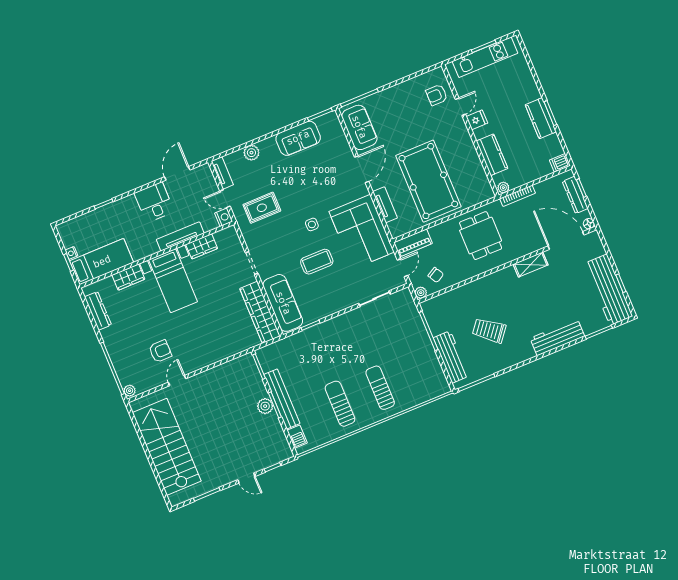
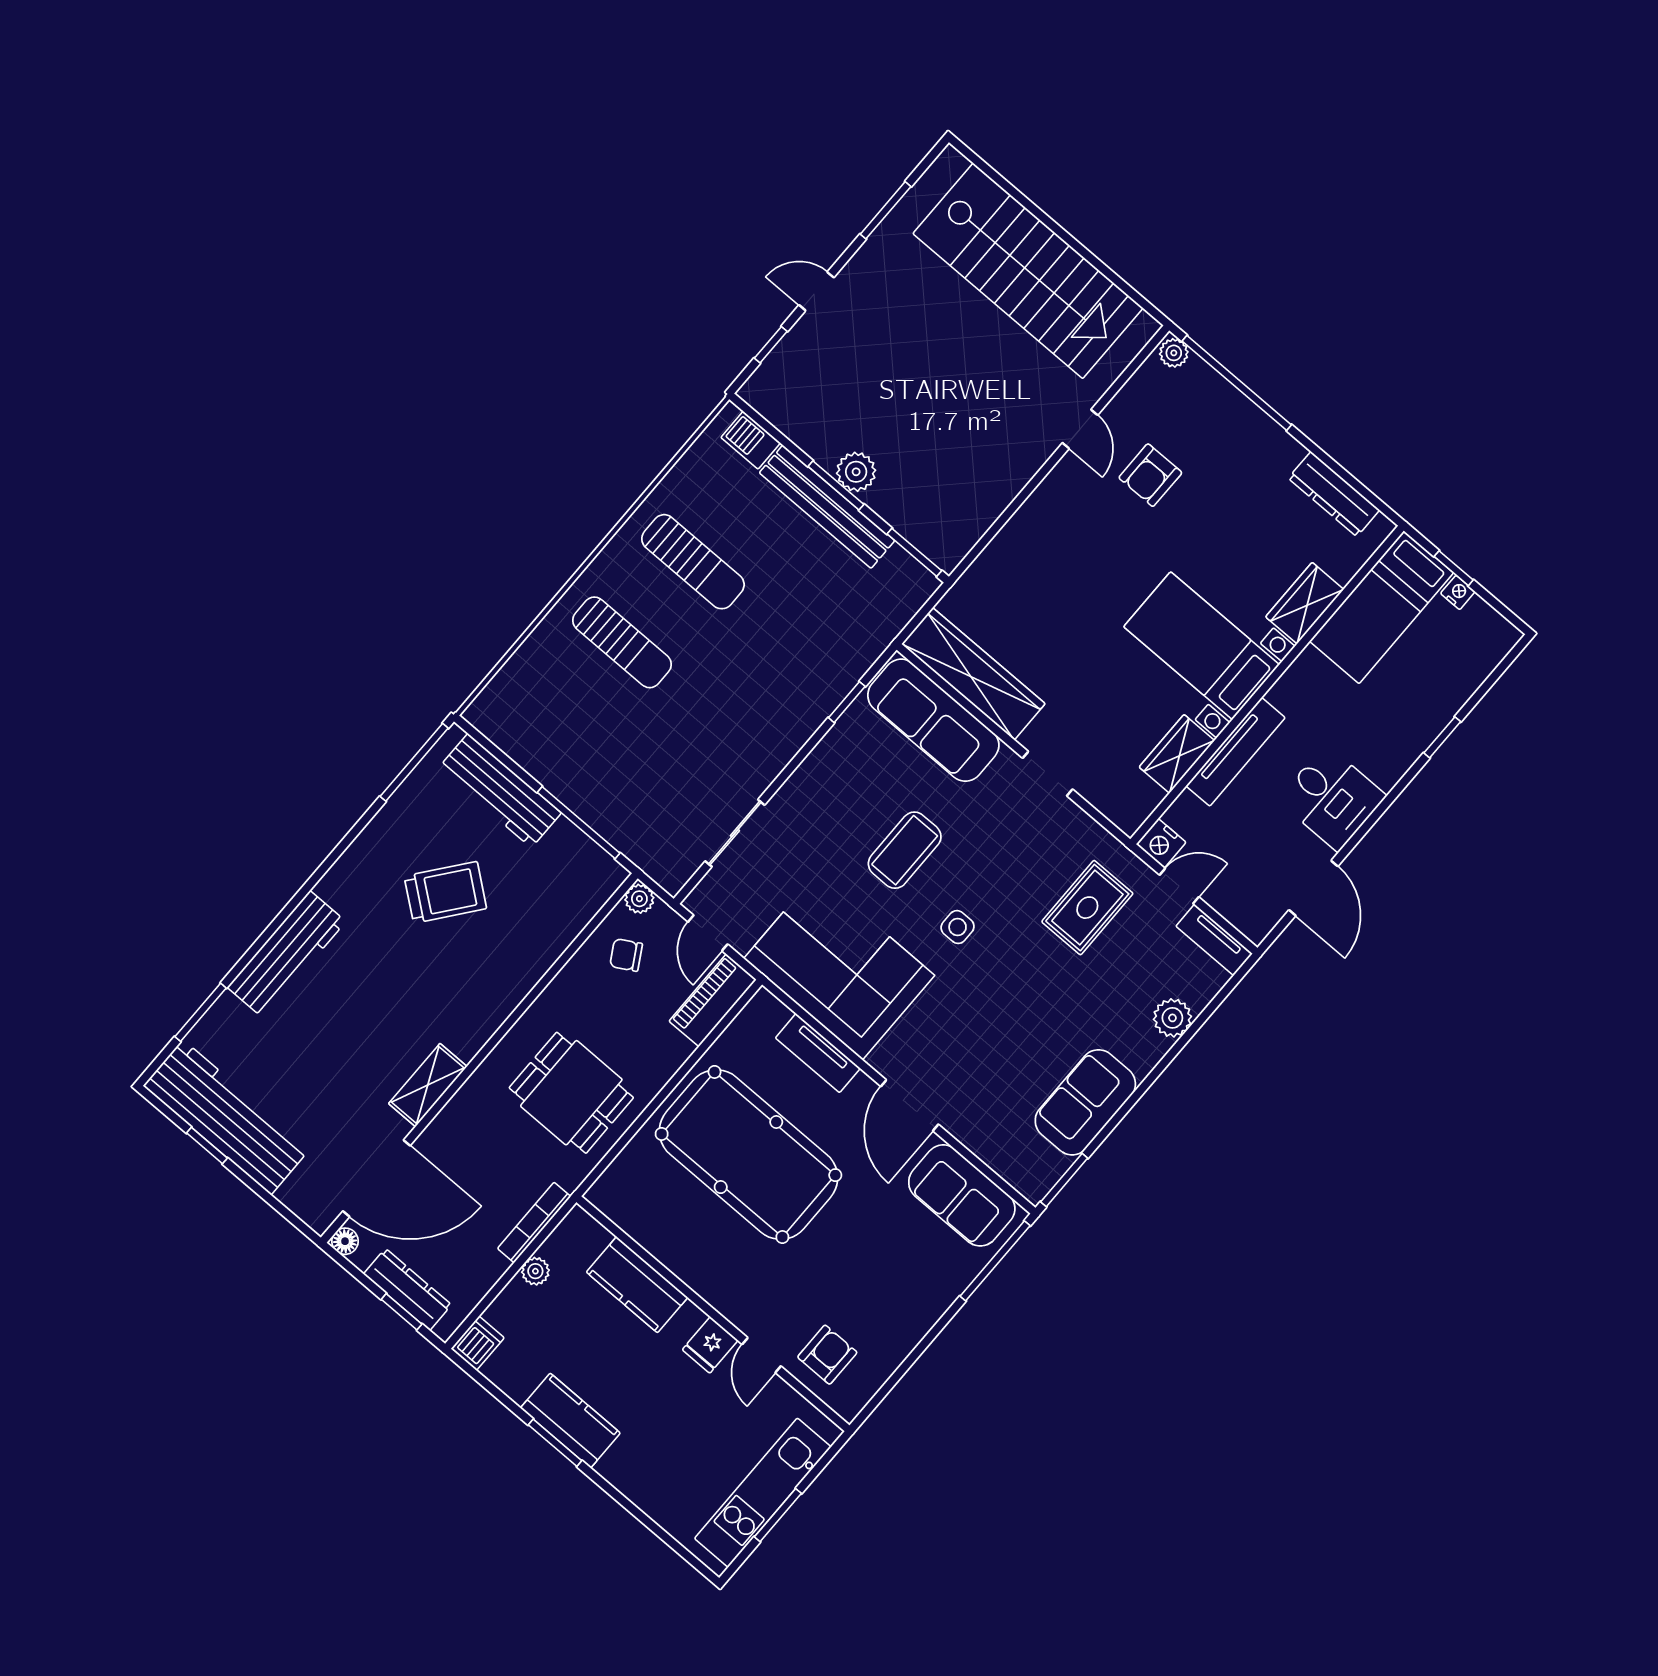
plant: (503, 188) -> (535, 1271), moved

